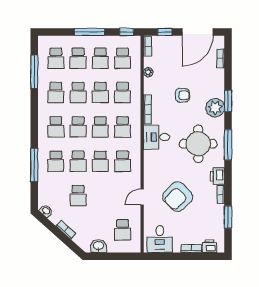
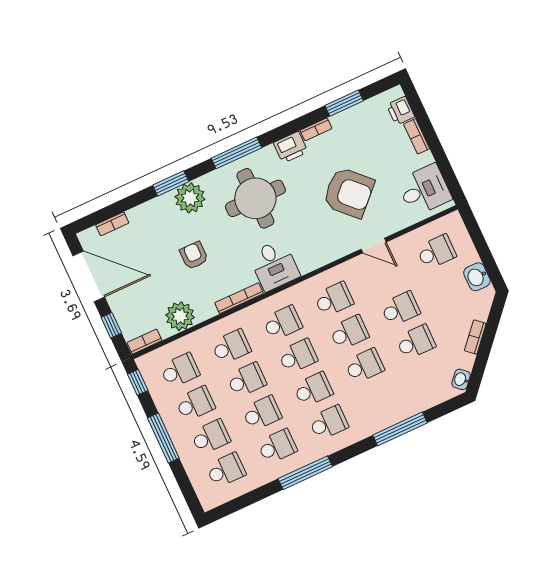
window: (34, 72) -> (305, 473), moved
plant: (148, 72) -> (180, 316), width x1.88, depth x1.88
school desk: (56, 161) -> (400, 309), moved

